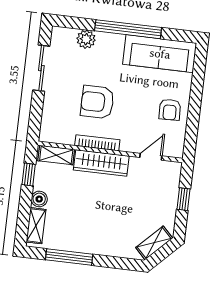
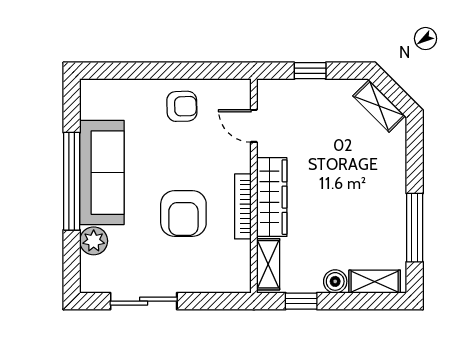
sofa: (160, 54) -> (102, 173), moved

